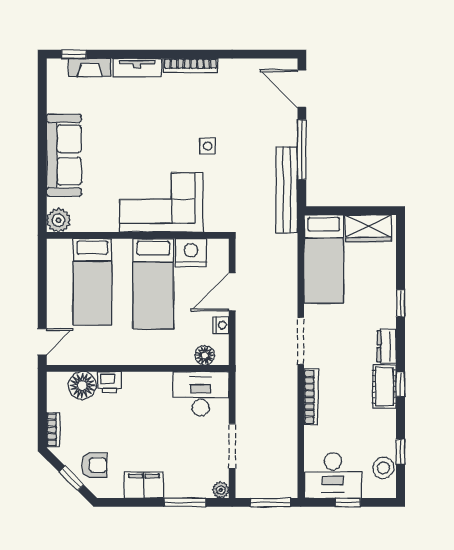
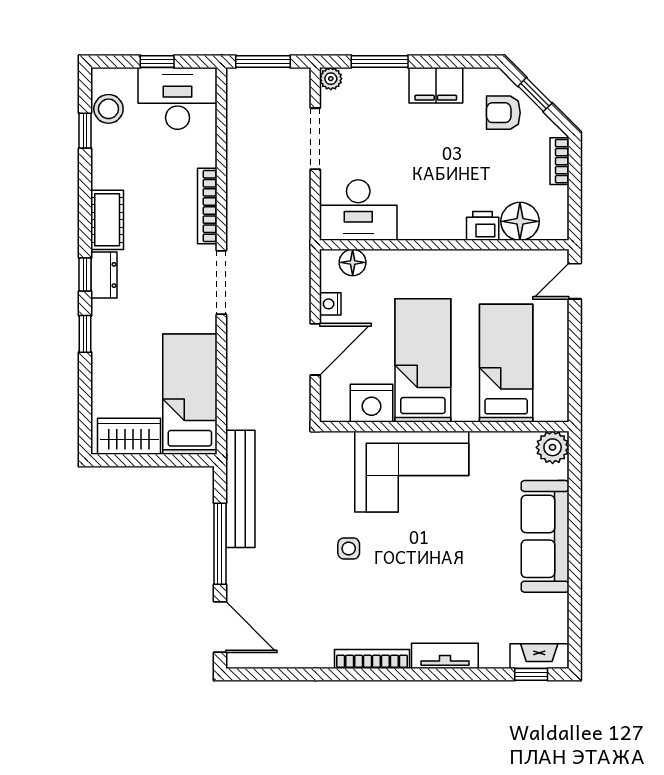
fireplace: (90, 67) -> (539, 656), moved
window: (401, 384) -> (85, 274), moved

